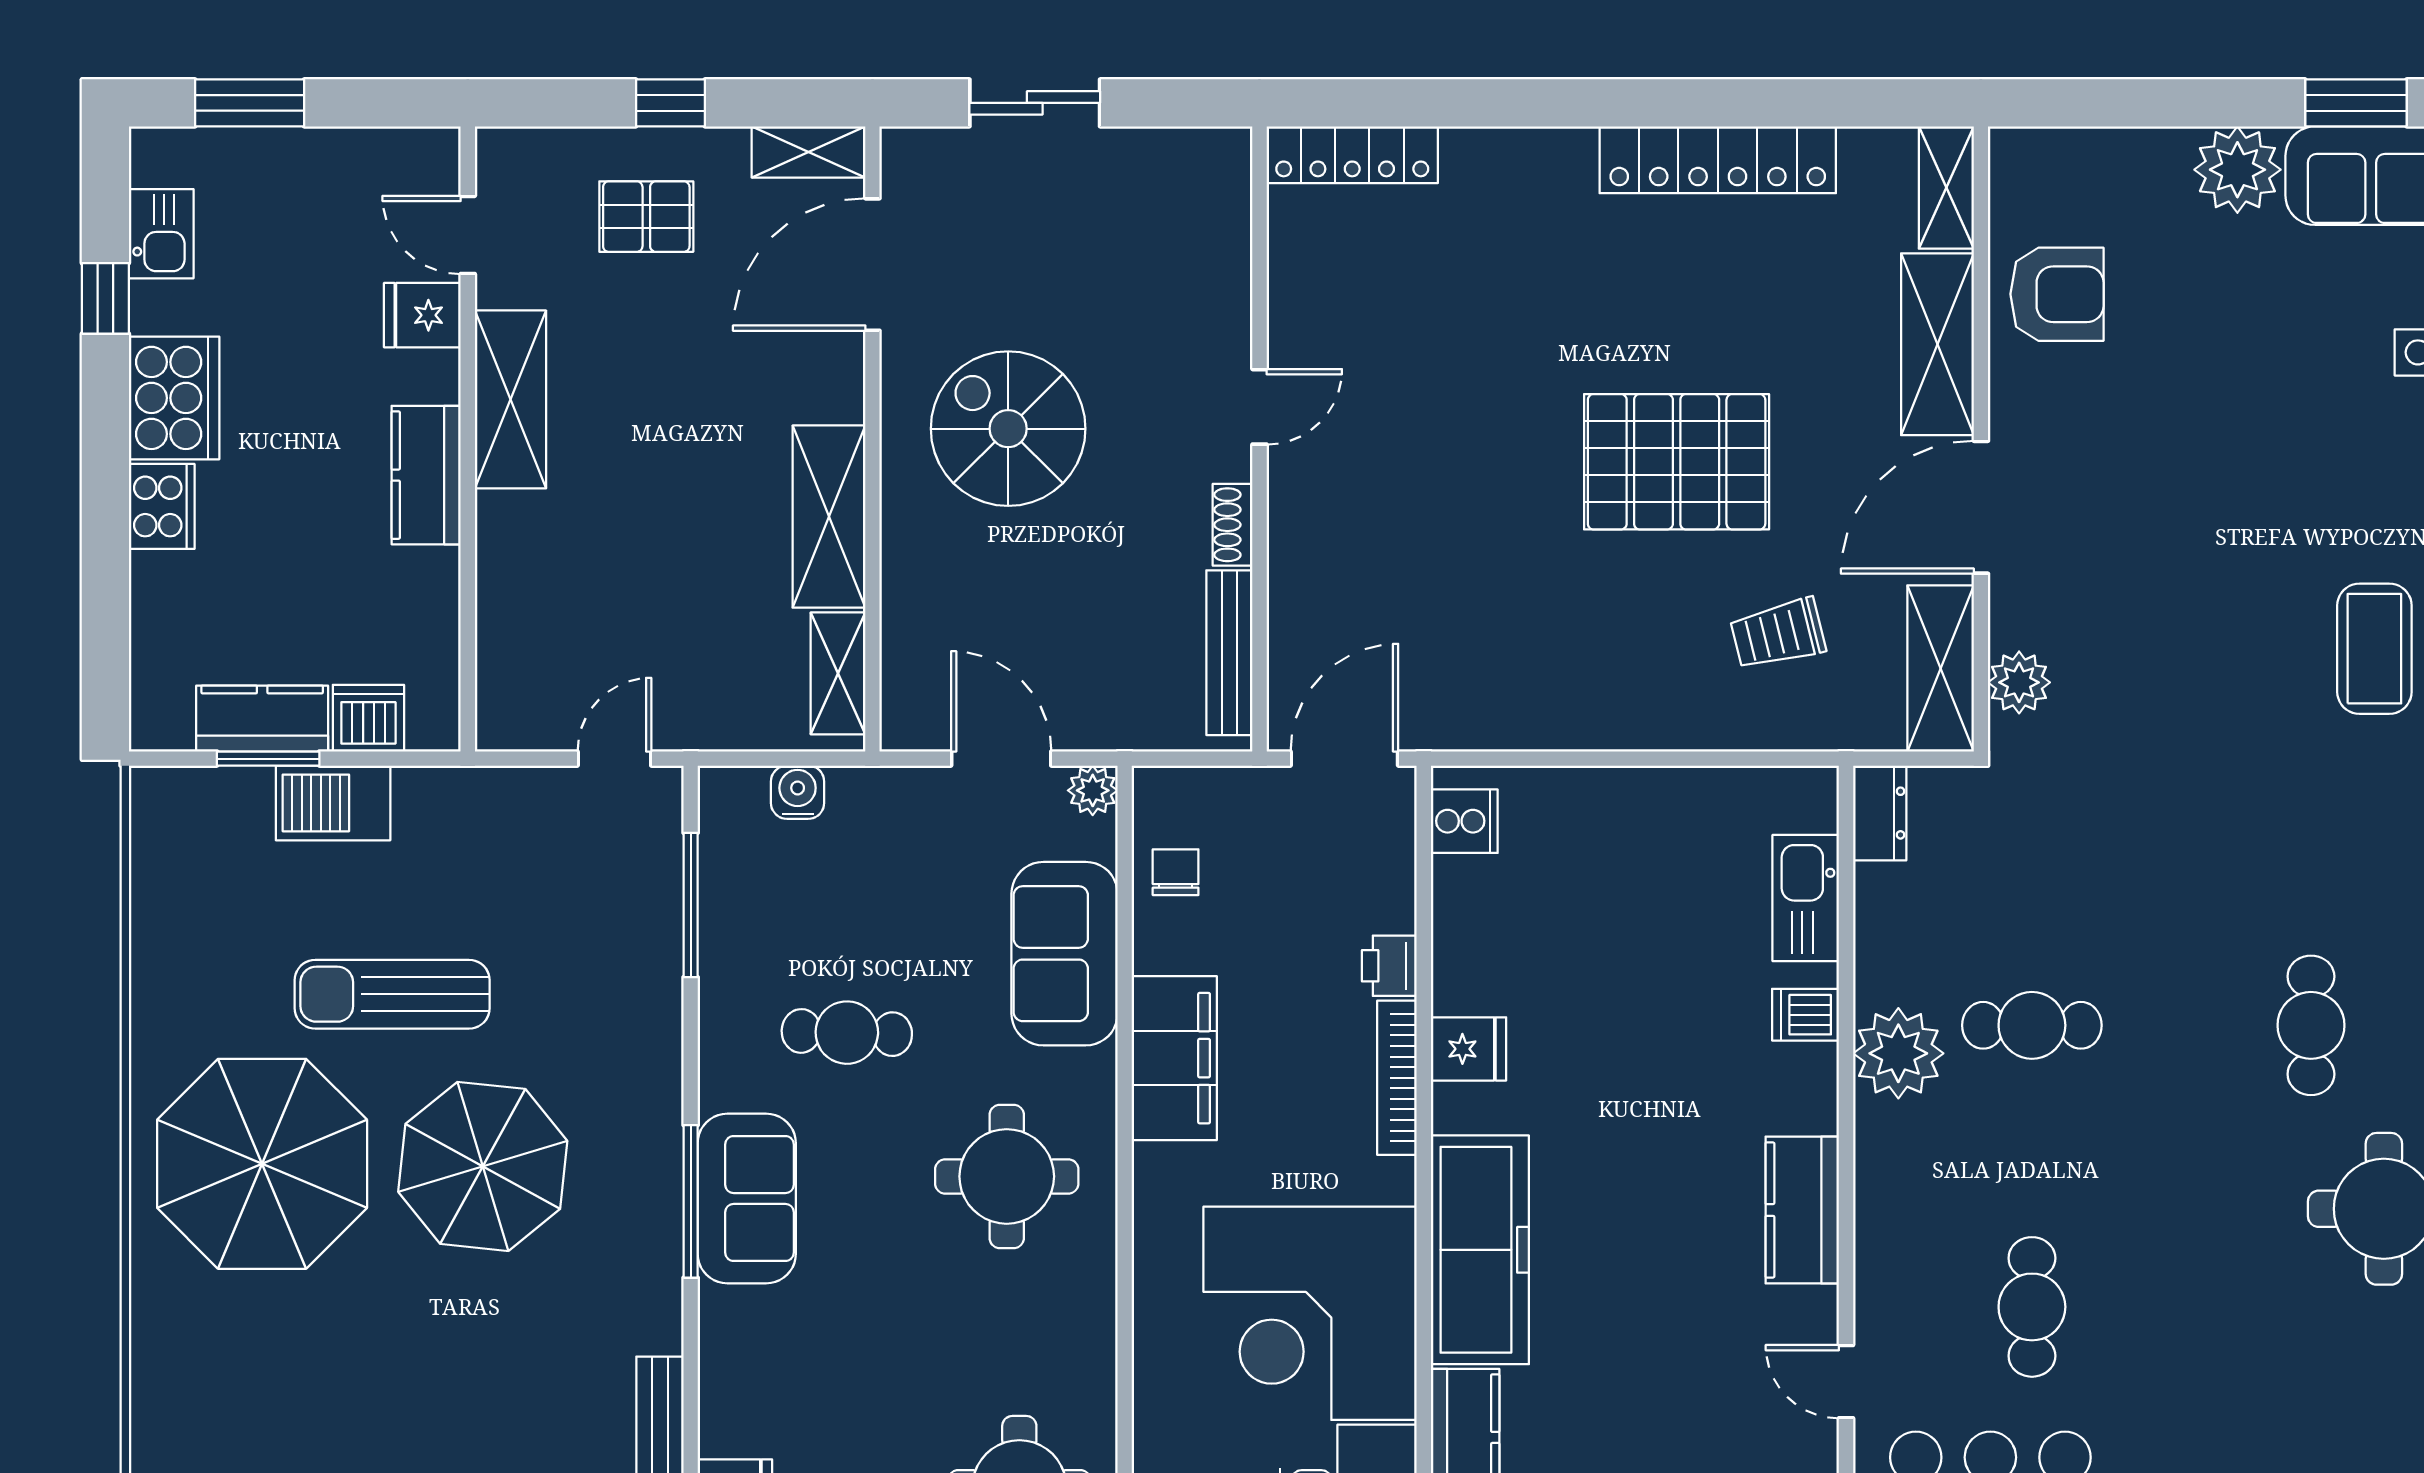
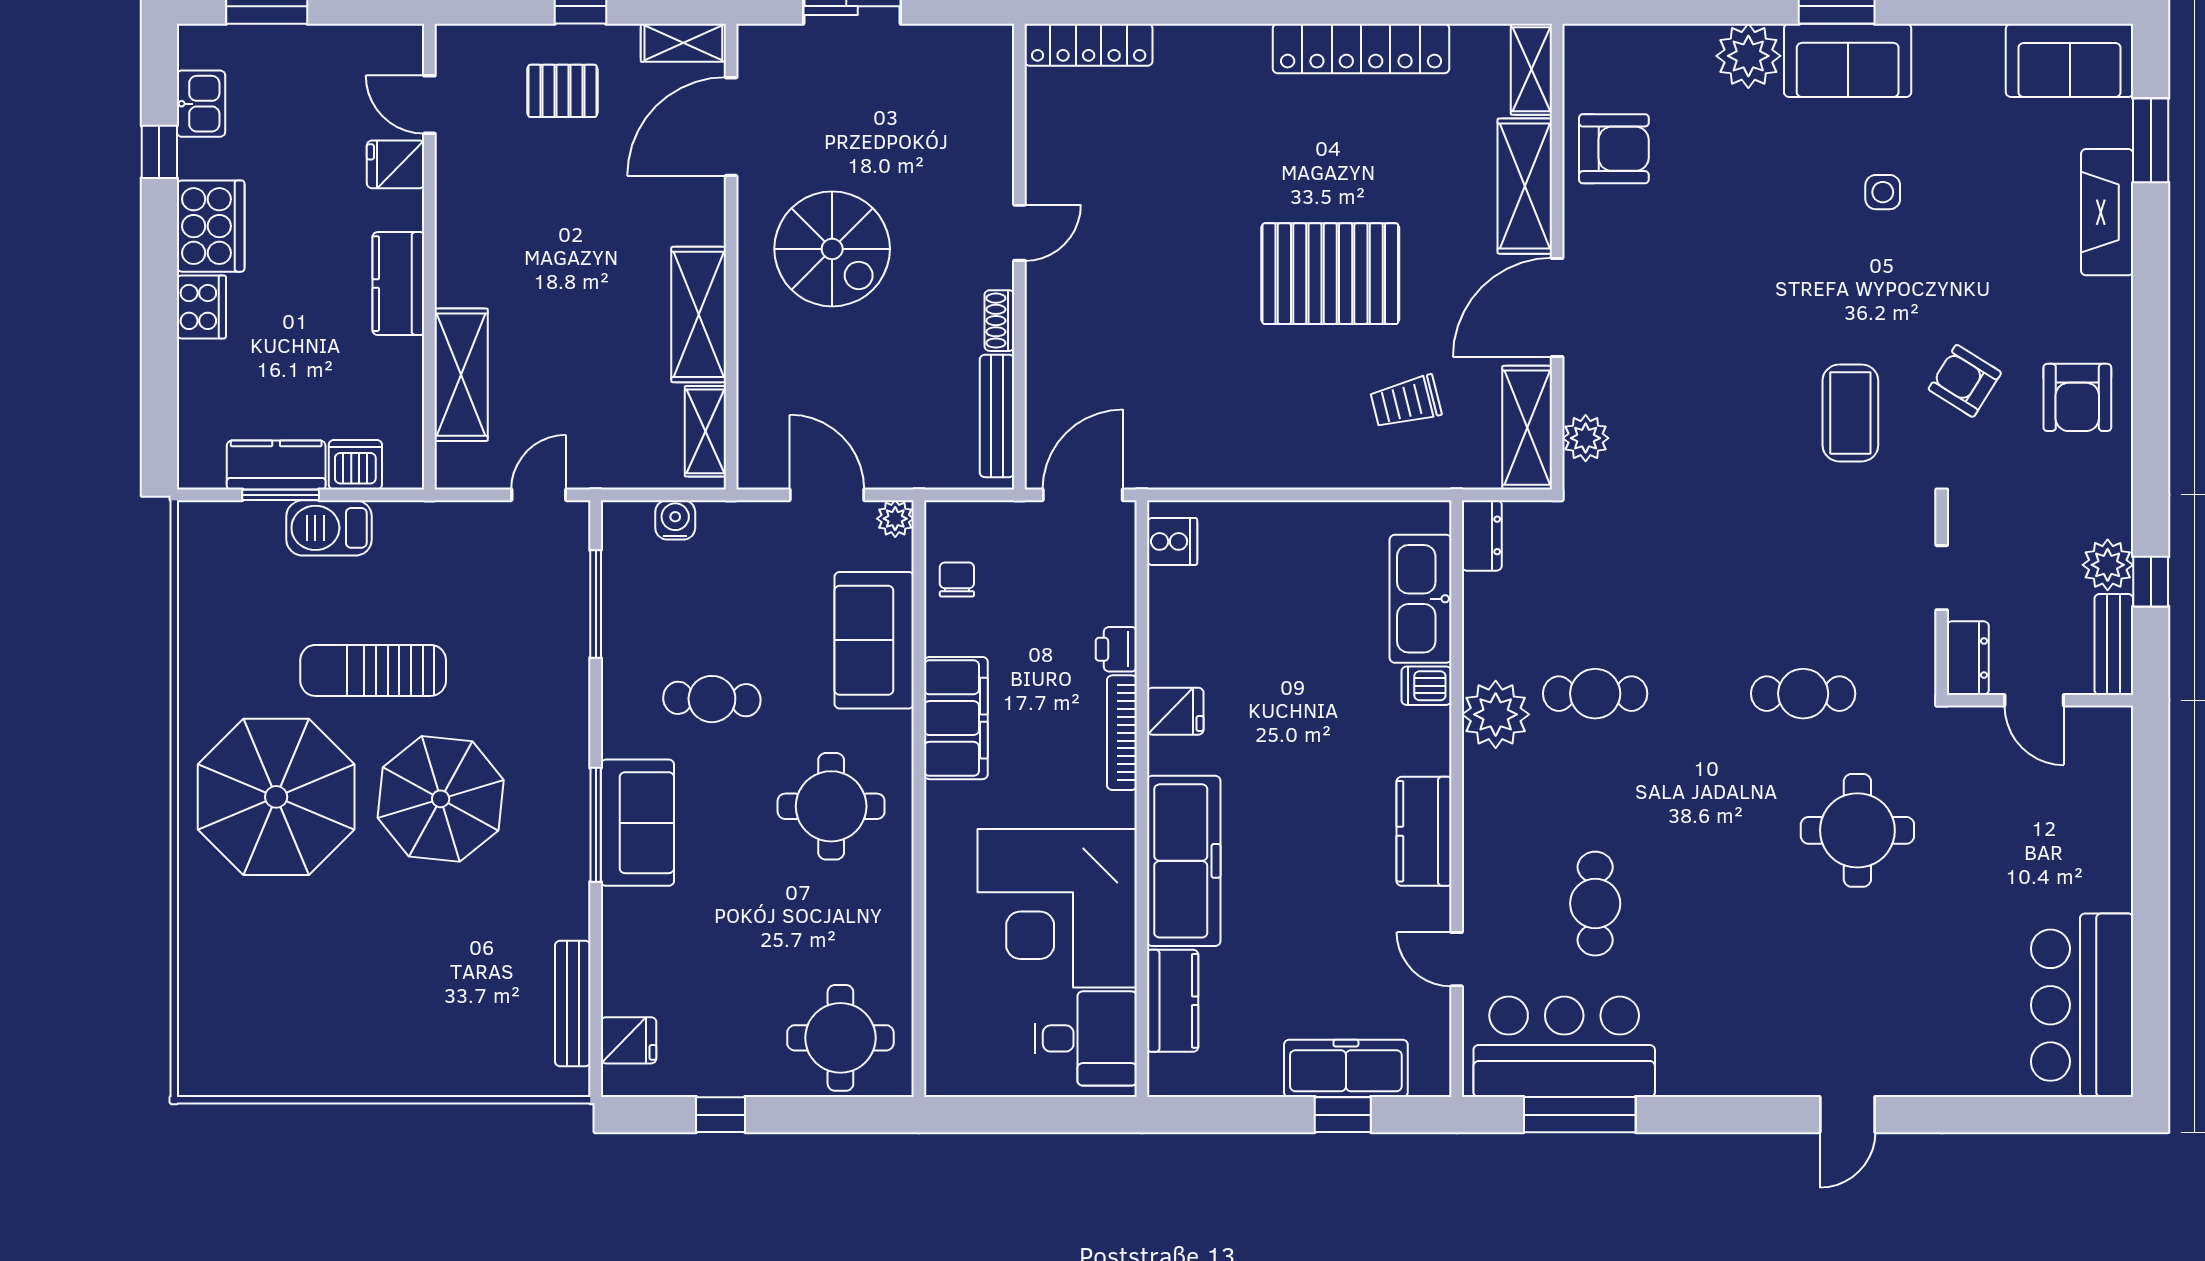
shelving: (510, 399) -> (461, 375), moved
spiral stairs: (1008, 429) -> (832, 249), turned 180
kitchen sink: (1806, 898) -> (1421, 599), width x1.36, depth x1.24
cafe table: (2311, 1025) -> (1803, 694), turned 90

